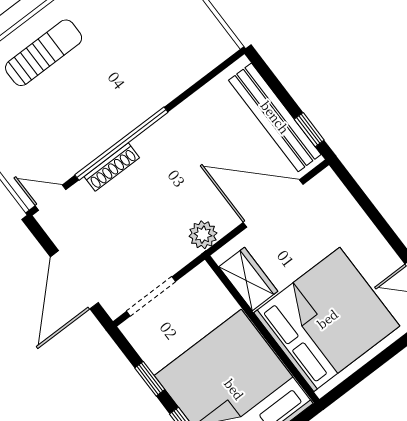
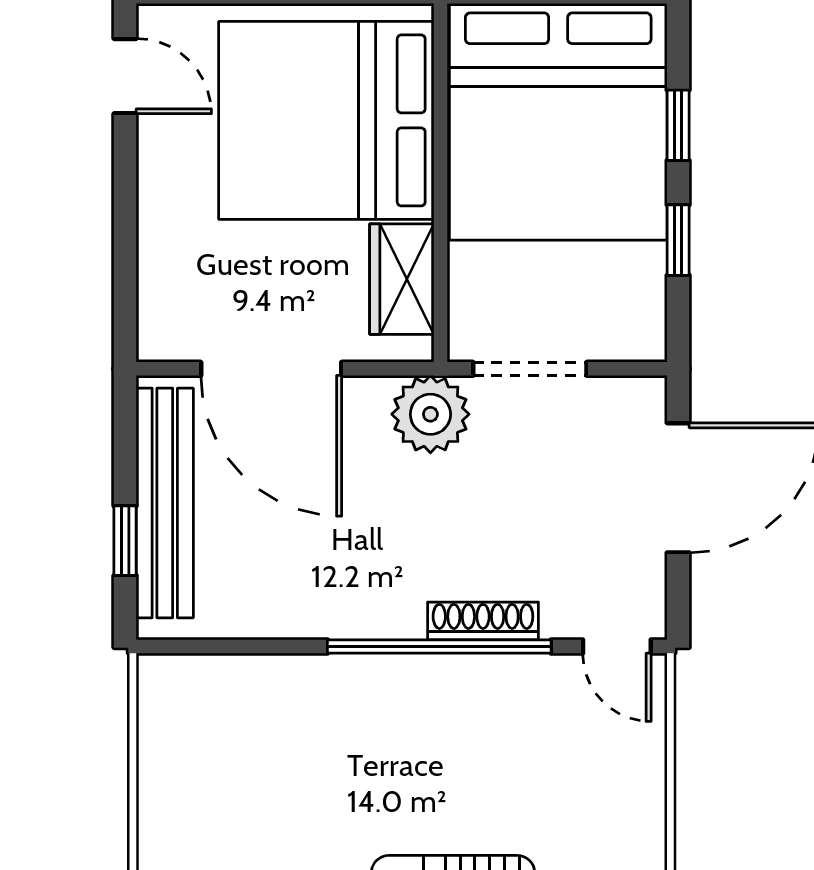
window: (309, 130) -> (125, 541), moved
plant: (203, 235) -> (430, 414), width x1.36, depth x1.36
doorway: (151, 296) -> (530, 369), moved

